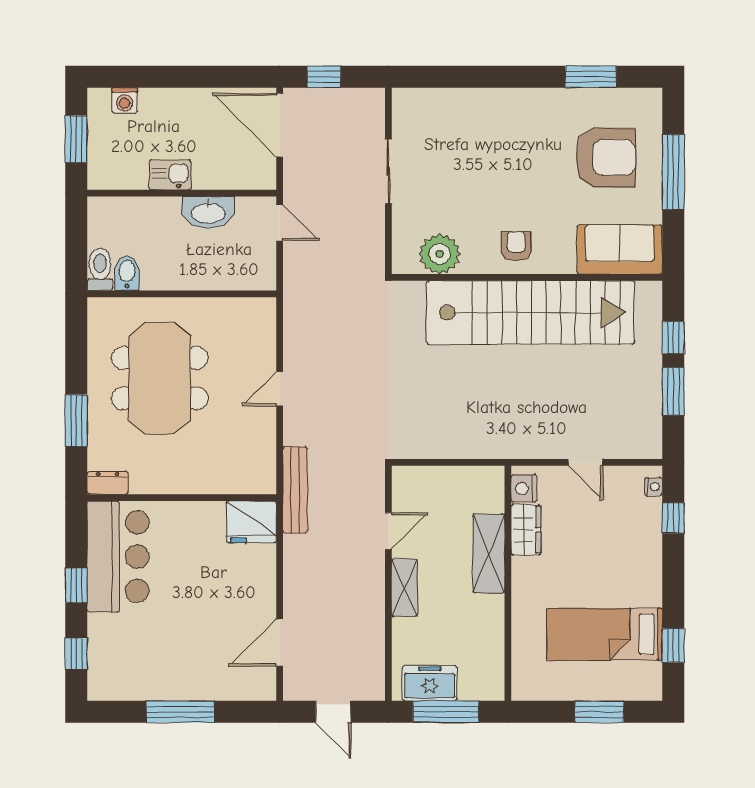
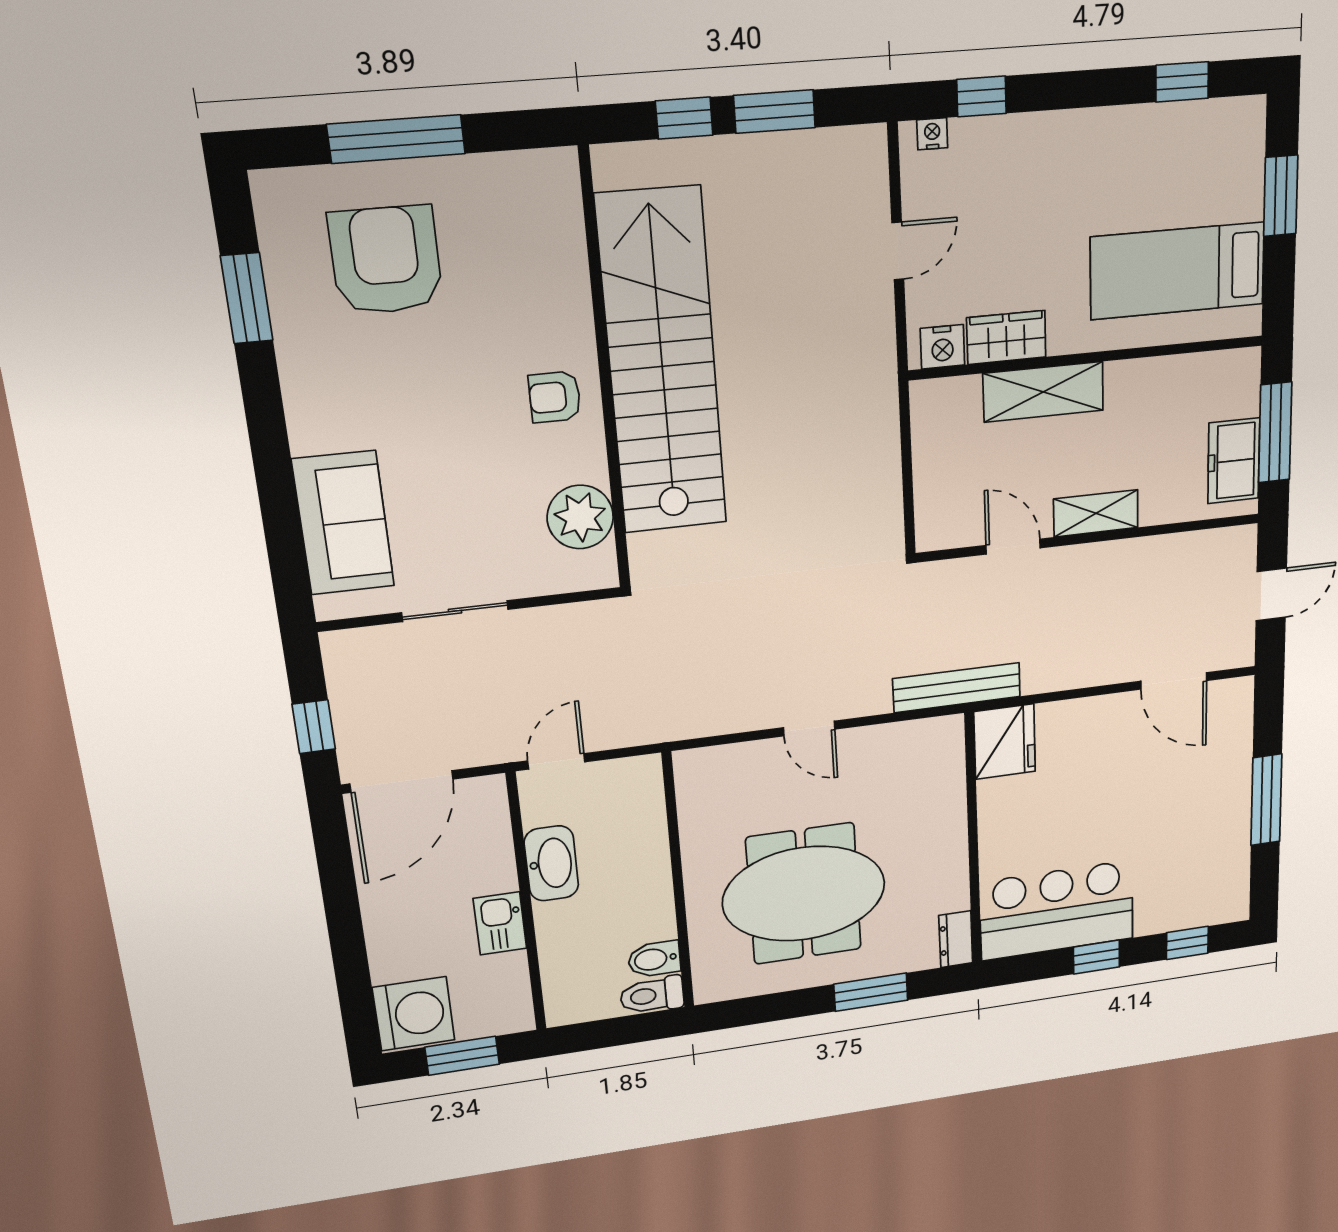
washing machine: (125, 100) -> (414, 1014), width x1.89, depth x1.89
sofa: (620, 250) -> (343, 523), moved, turned 180
bed: (605, 634) -> (1178, 271), moved, turned 90

